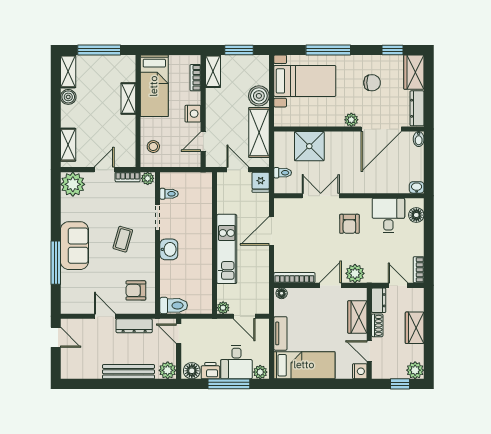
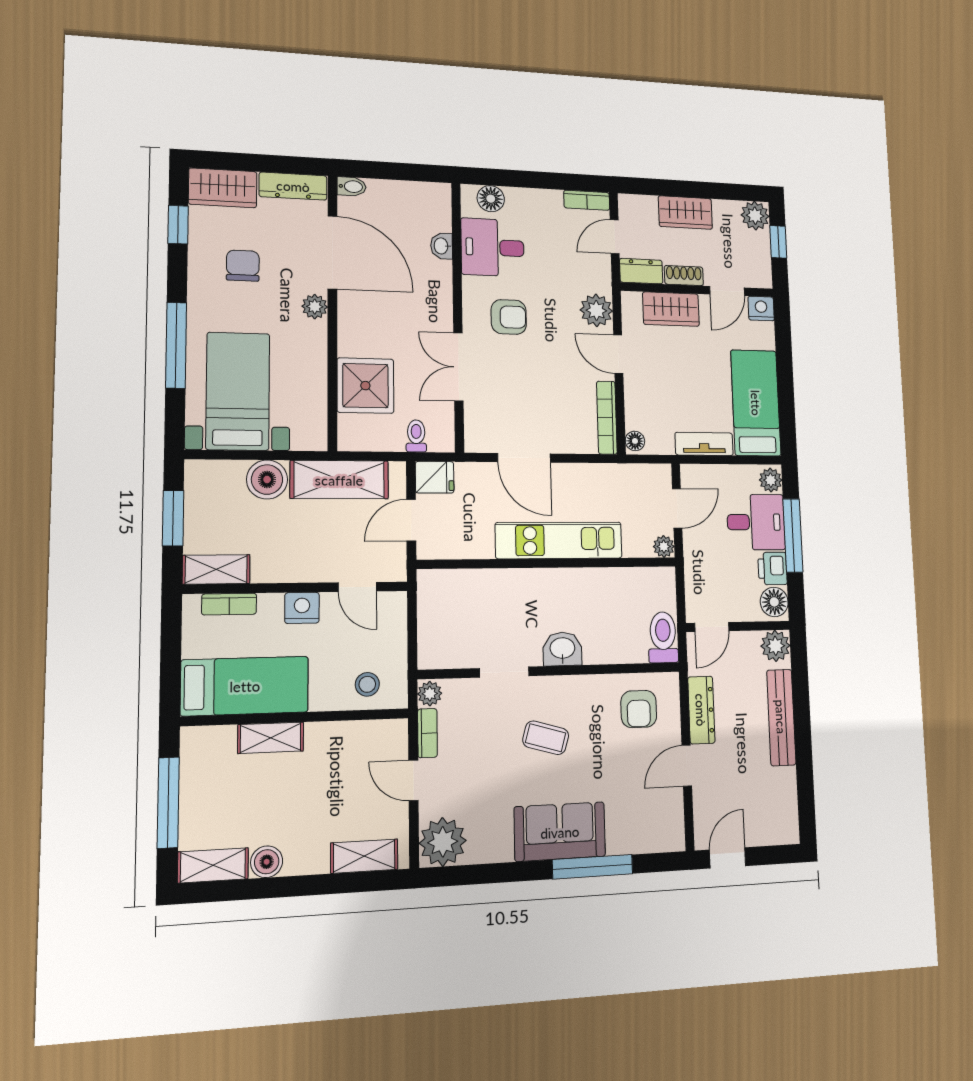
washbasin: (417, 187) -> (442, 246), moved
toilet: (169, 194) -> (459, 651), removed

